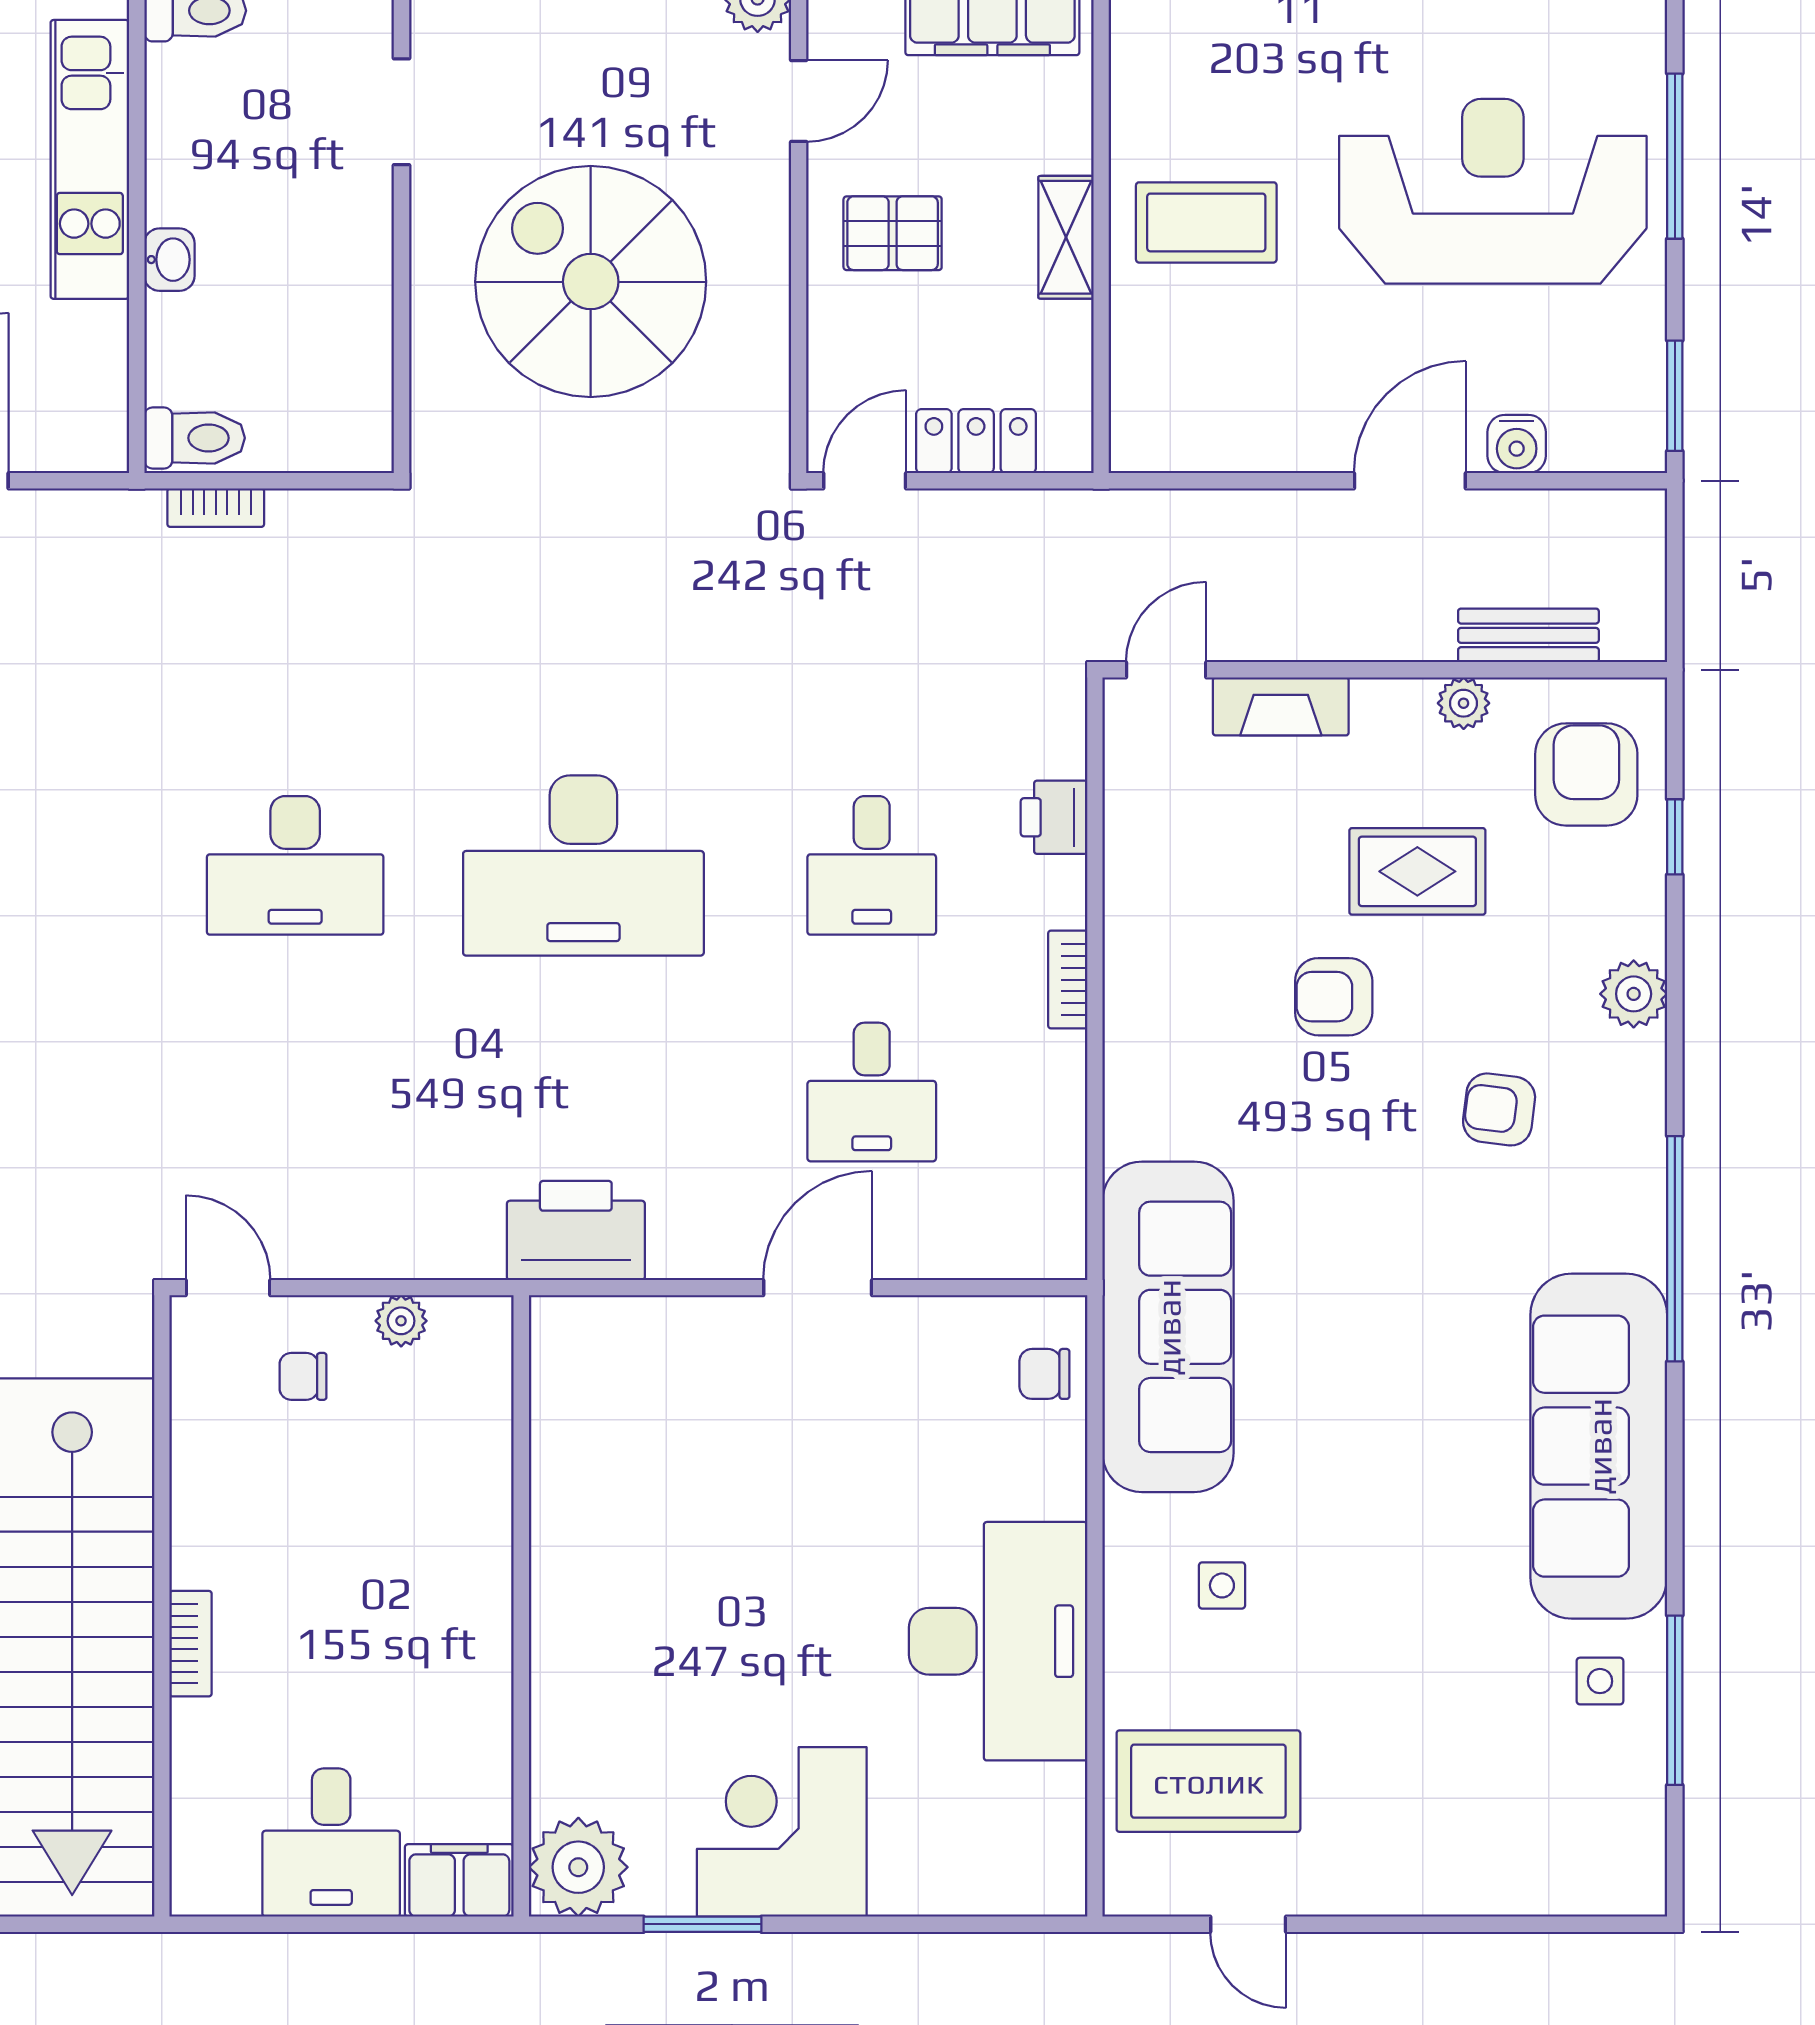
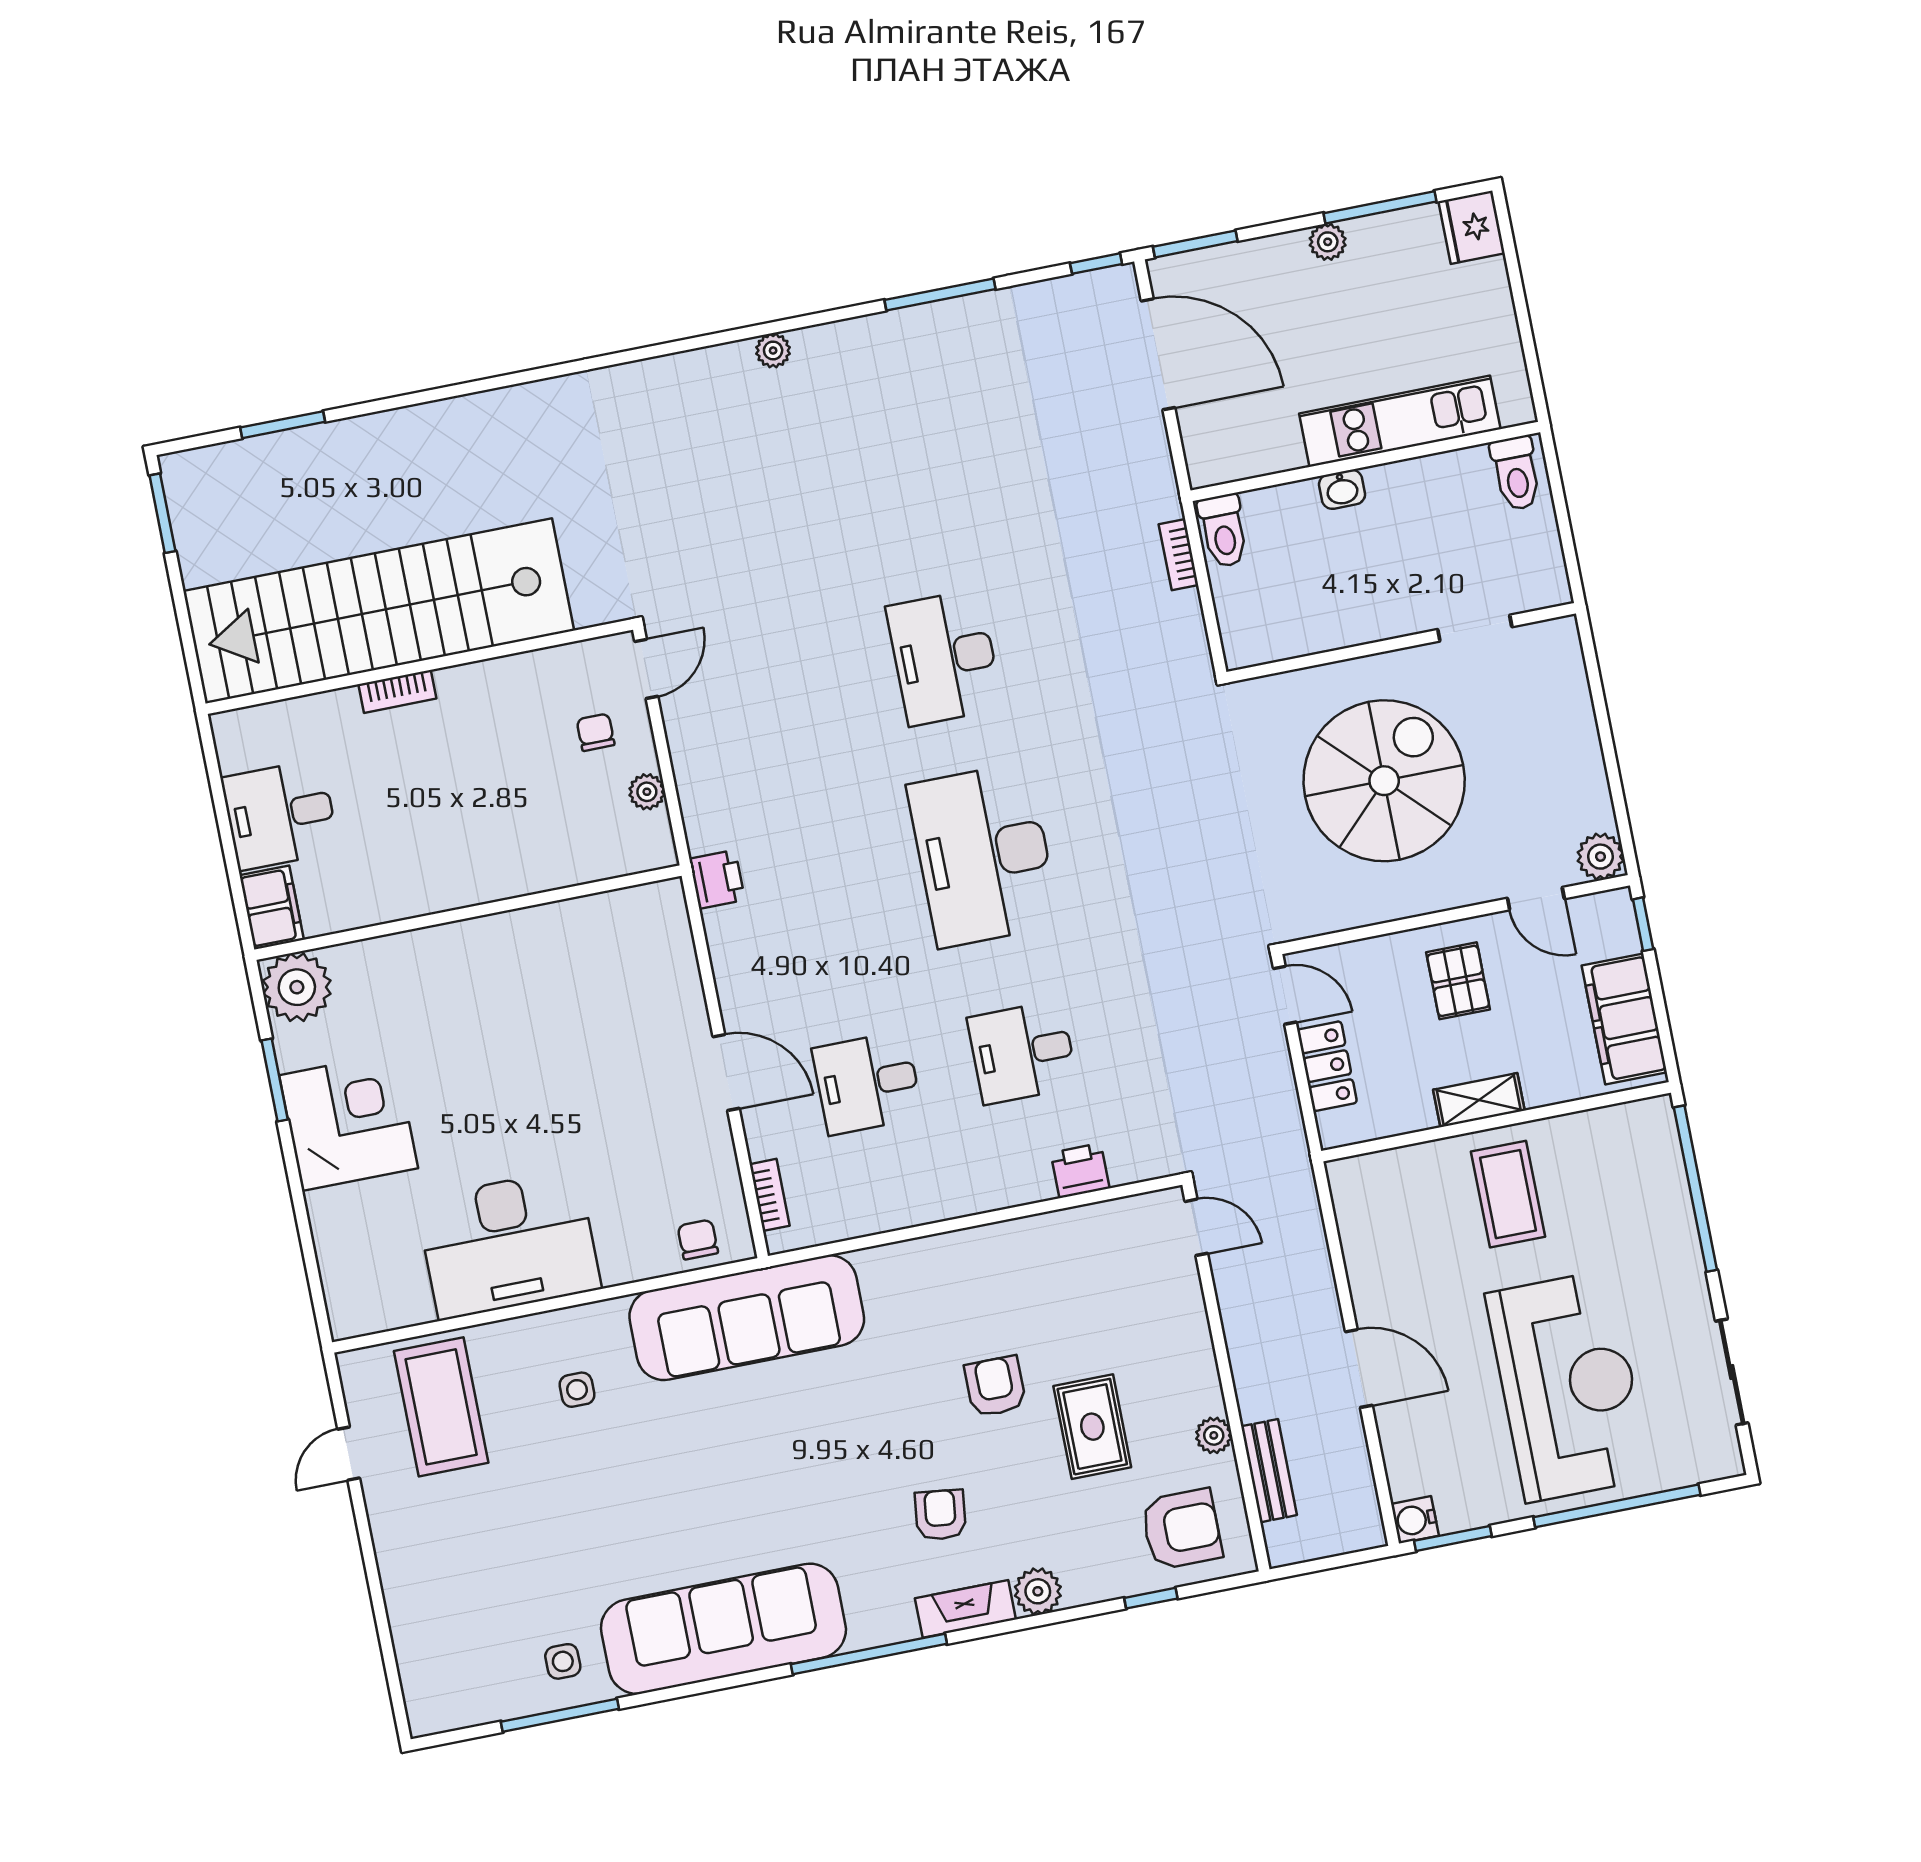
window: (1675, 156) -> (1617, 1506), width x1.46
water cooler: (1517, 444) -> (1415, 1520), moved
fireplace: (1281, 706) -> (965, 1609), moved, turned 90
bookcase: (1068, 980) -> (770, 1195), moved, turned 90
printer: (576, 1230) -> (717, 879), width x0.53, depth x0.68

